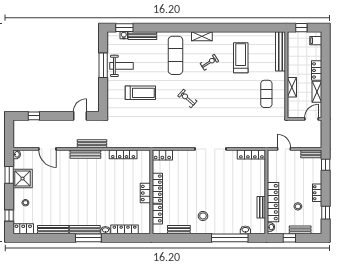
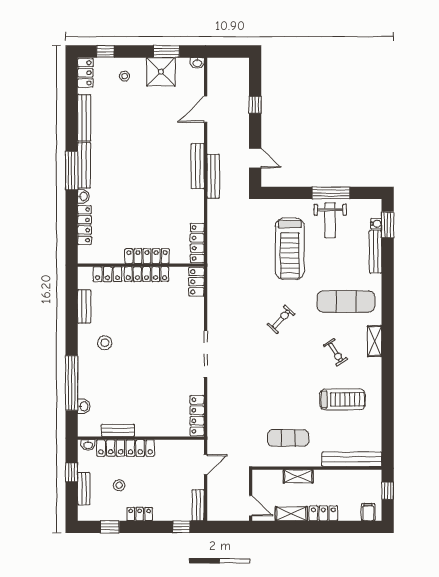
treadmill: (140, 93) -> (290, 249), width x1.37, depth x1.38
window: (34, 116) -> (255, 105), moved
locker: (123, 154) -> (197, 243), moved
locker: (145, 193) -> (147, 256), width x1.53

